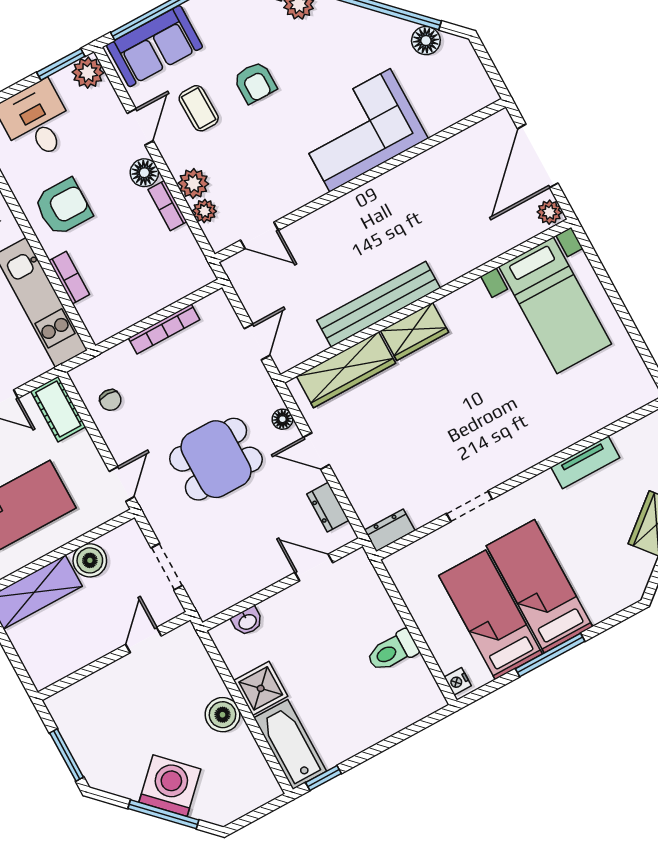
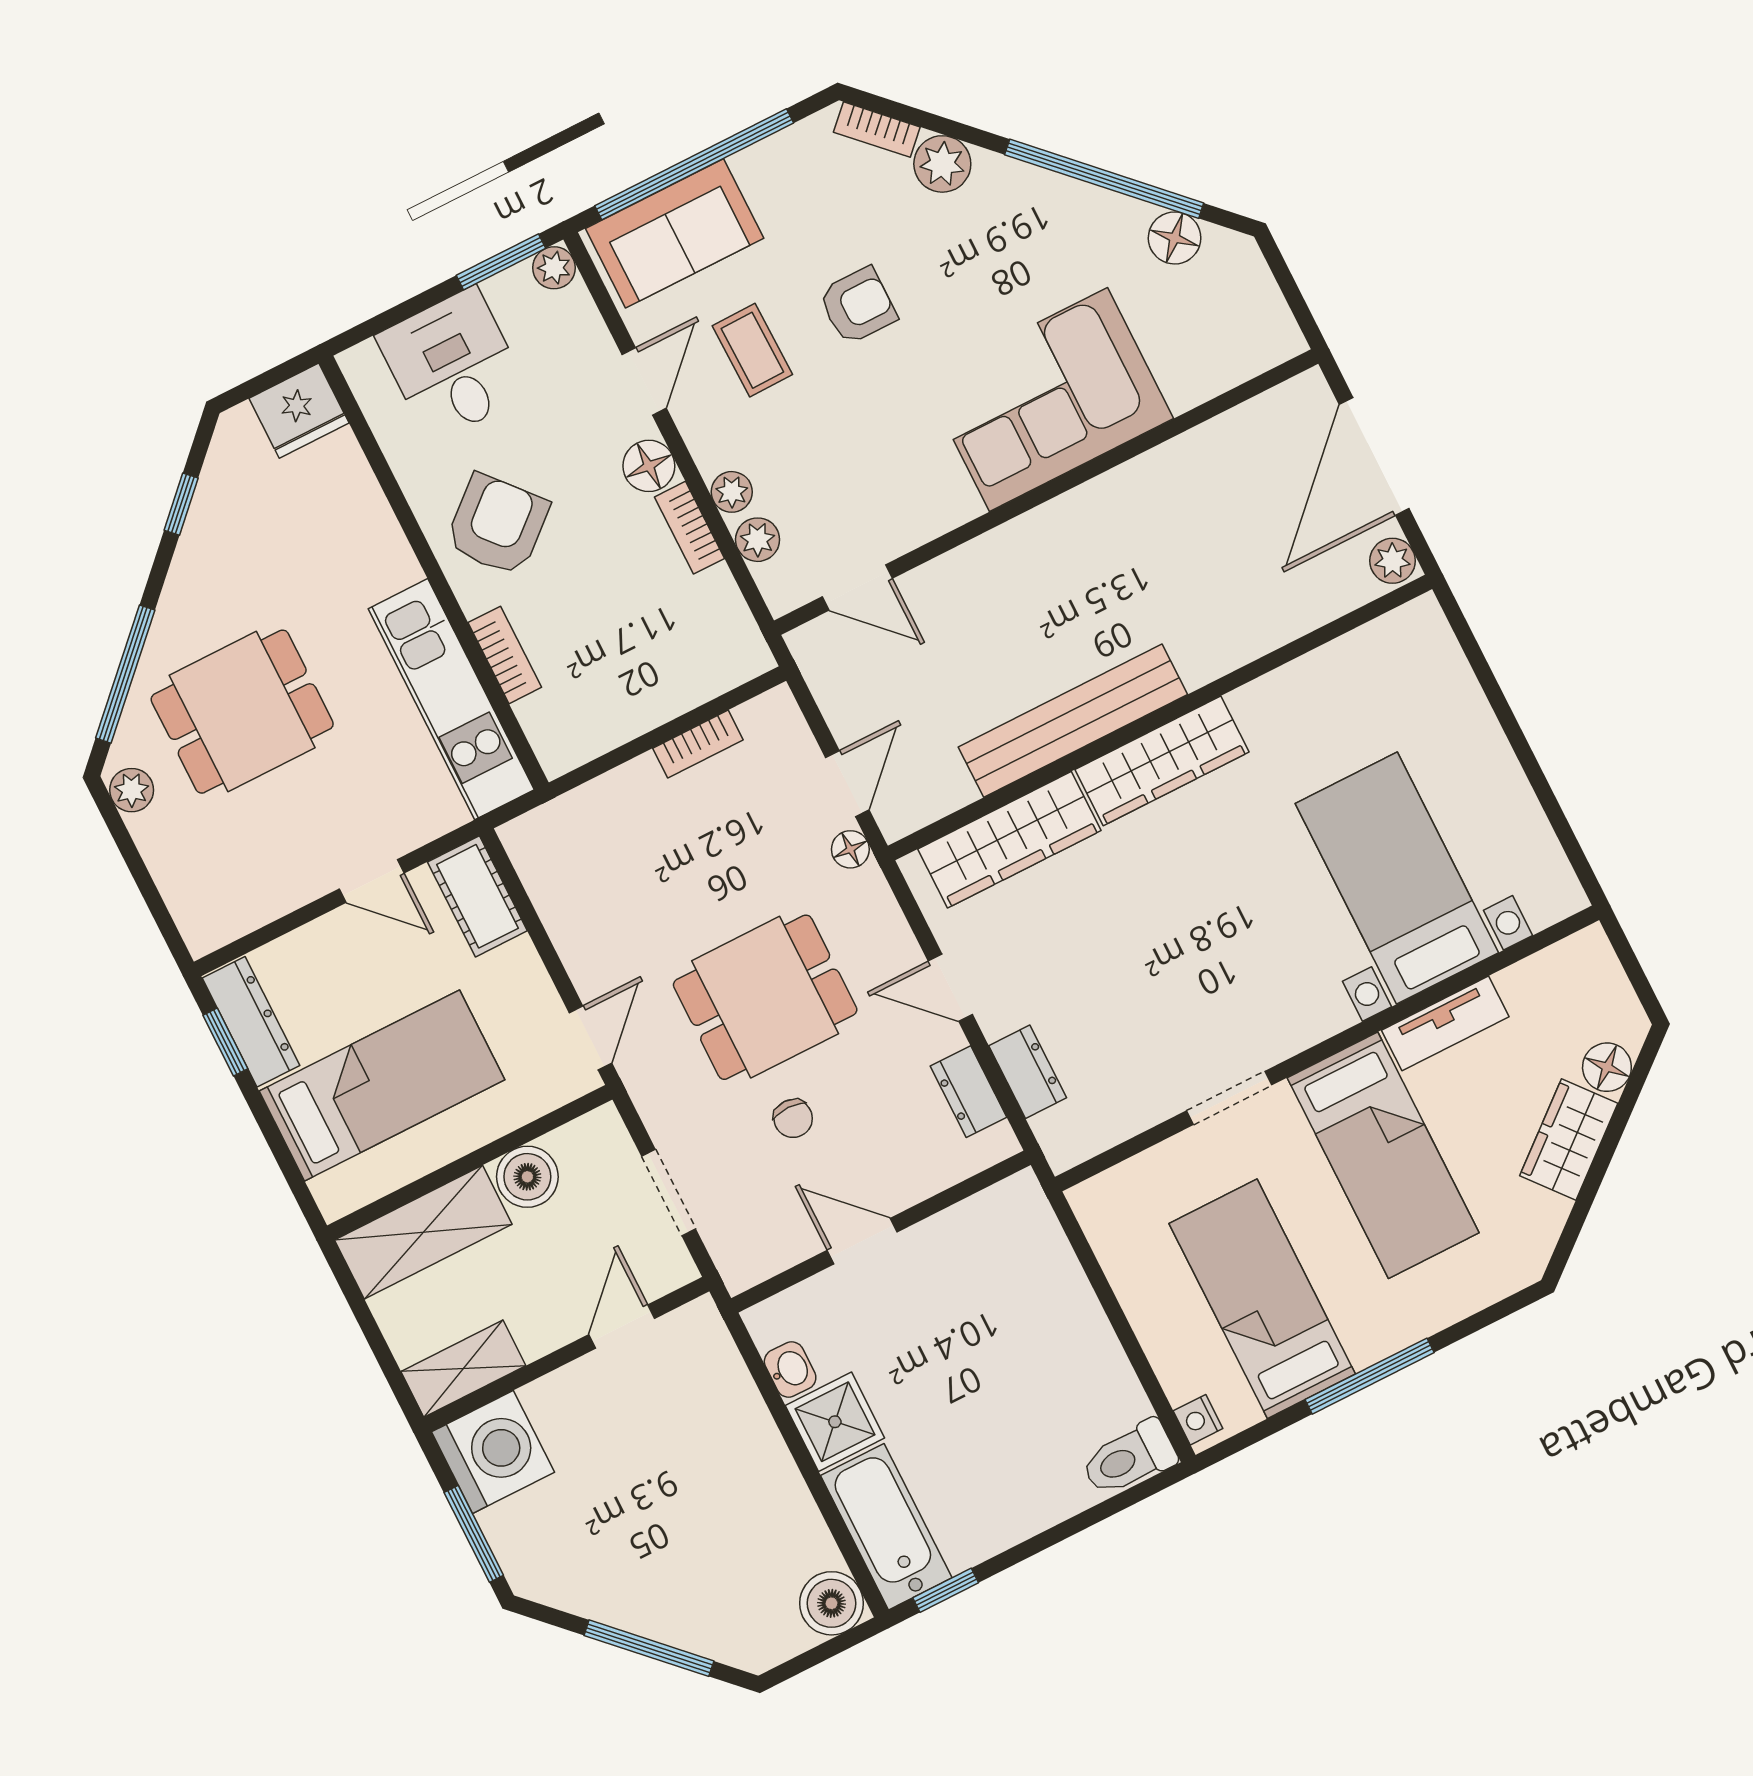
plant: (88, 73) -> (554, 268), width x0.73, depth x0.73
armchair: (255, 82) -> (858, 306), turned -90
plant: (193, 183) -> (732, 492), width x0.73, depth x0.73
armchair: (63, 207) -> (497, 525), turned -41
bed with nightstands: (555, 305) -> (1397, 878), moved, turned 180
bookcase: (164, 329) -> (698, 744), width x0.64
wardrobe: (415, 332) -> (1162, 761), width x1.50
chair: (110, 400) -> (793, 1118), moved
floor lamp: (282, 419) -> (850, 849), moved
dresser: (390, 530) -> (1028, 1072), moved, turned 90
door: (314, 568) -> (862, 1241), moved
bed: (539, 586) -> (1383, 1155), moved, turned 180
washbasin: (247, 621) -> (790, 1370), moved, turned -90
toilet: (392, 651) -> (1129, 1458), moved
shelving: (58, 666) -> (463, 1369), added
boiler: (223, 715) -> (831, 1603), moved
washing machine: (170, 786) -> (493, 1452), moved, turned 45

